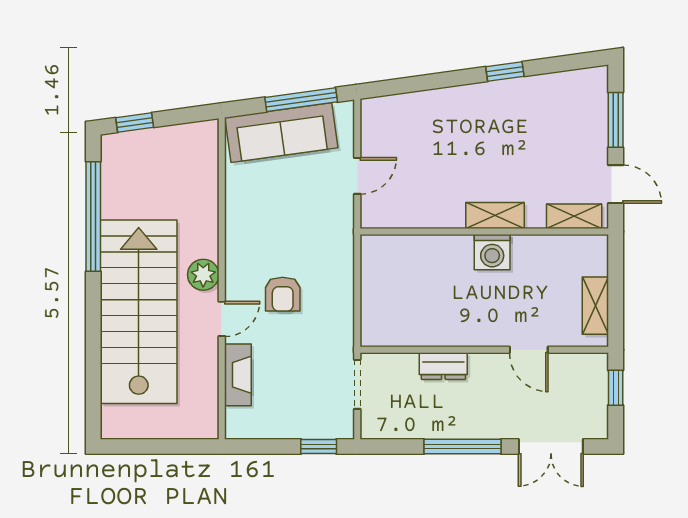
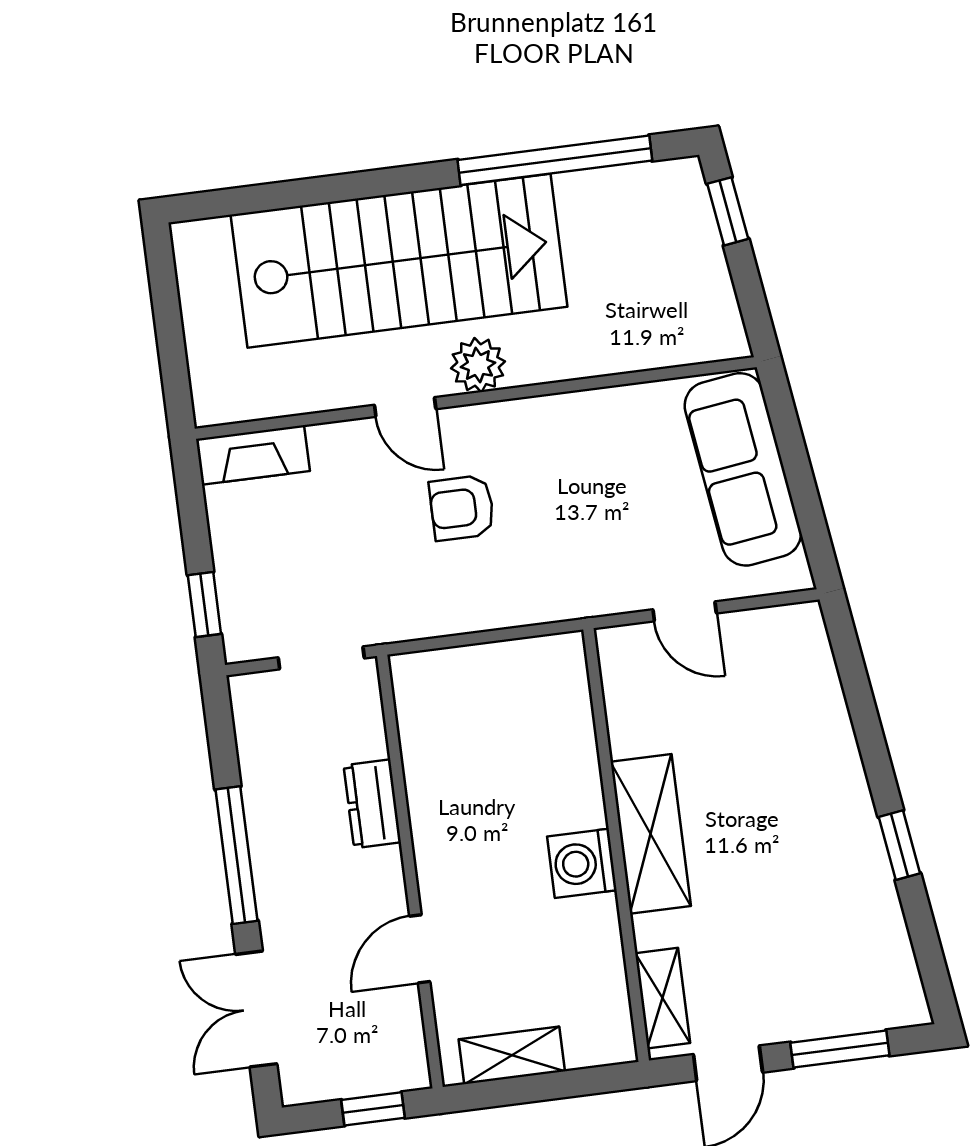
window: (301, 100) -> (805, 496), removed
shelving: (495, 215) -> (651, 834), width x1.50, depth x1.33
fireplace: (238, 375) -> (253, 455), moved

